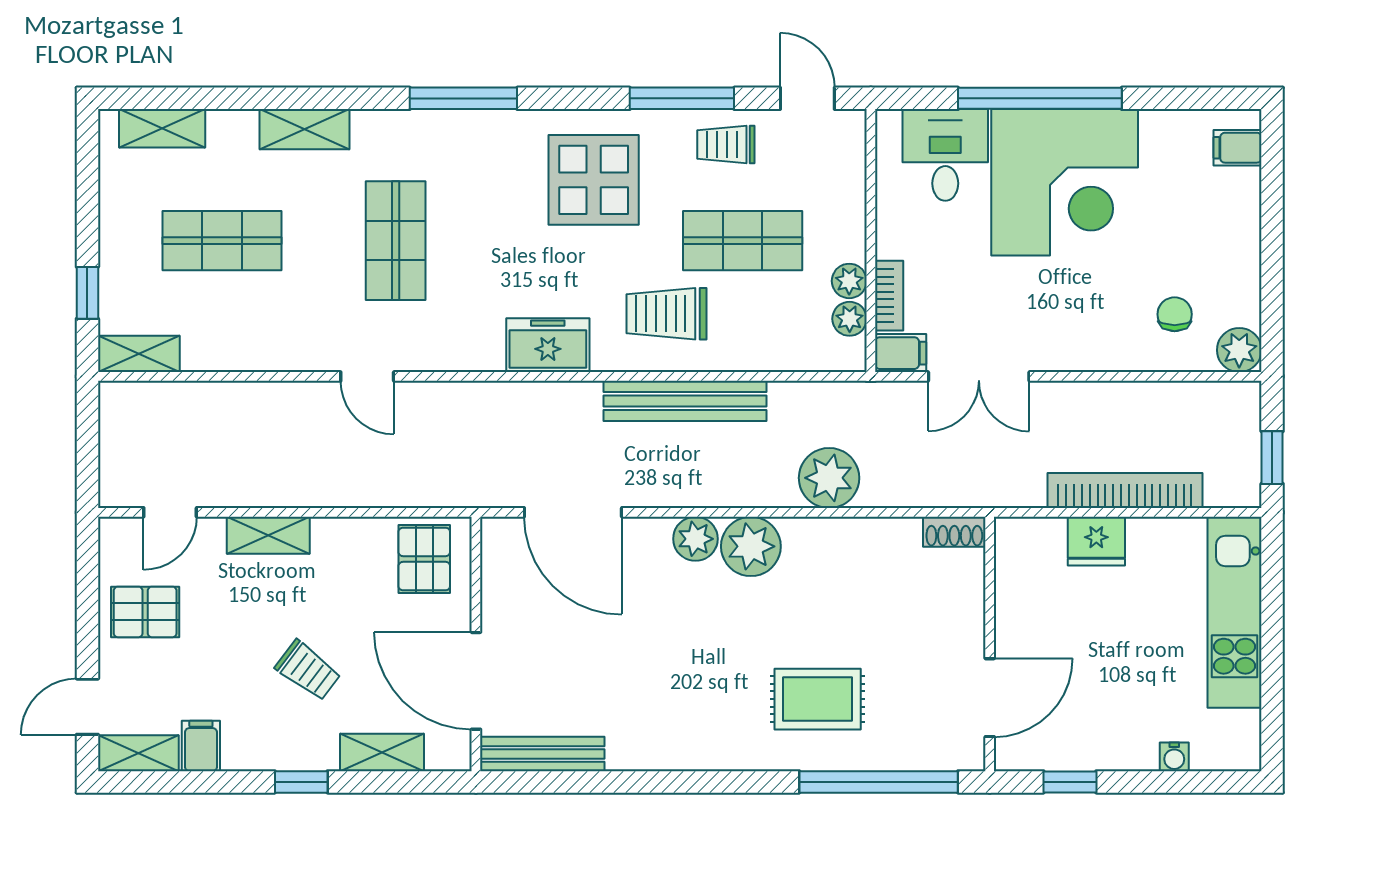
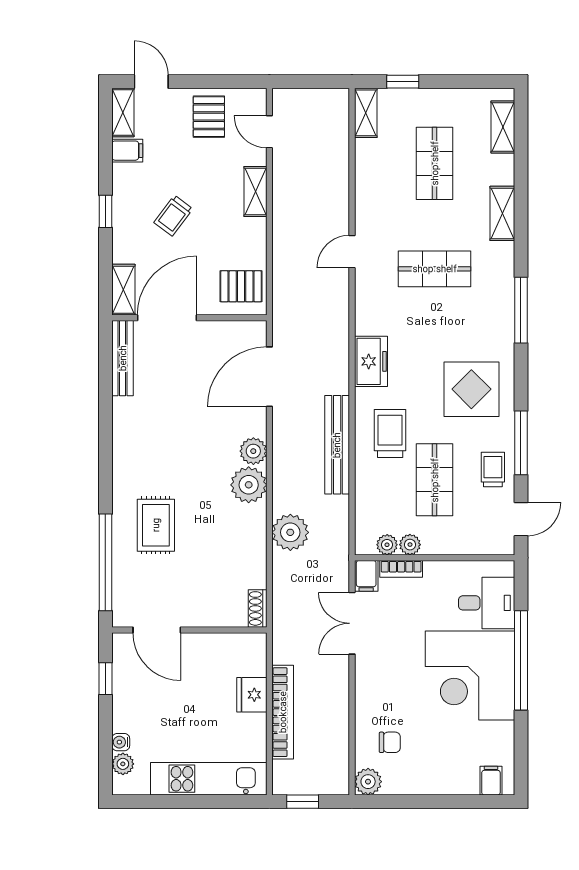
shelving: (382, 753) -> (123, 290), moved
plant: (1210, 753) -> (123, 764), added

